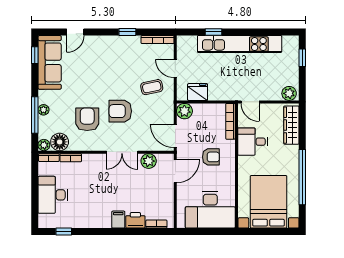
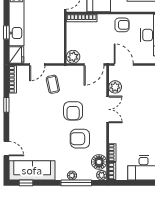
fridge: (198, 92) -> (16, 55), moved, turned 180
armchair: (211, 157) -> (122, 25), moved, turned 90

